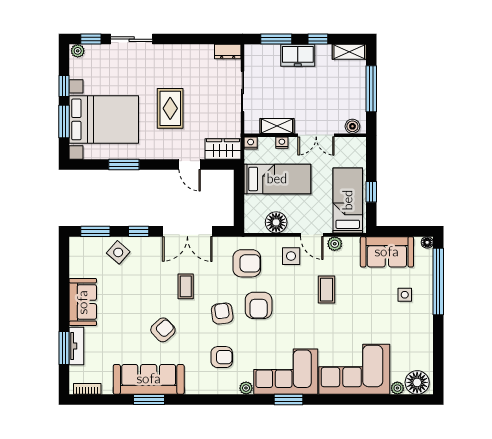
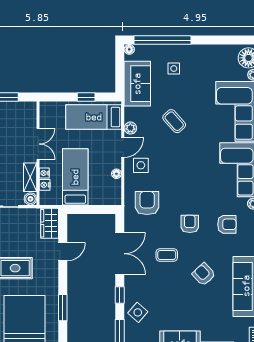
boiler: (352, 126) -> (30, 199), moved
nightstand: (251, 143) -> (45, 185), moved
floor lamp: (276, 222) -> (116, 174), width x0.53, depth x0.53
coffee table: (326, 290) -> (174, 121), moved, turned 48
armchair: (259, 305) -> (183, 193), removed
armchair: (222, 313) -> (190, 224), turned 98
armchair: (222, 357) -> (227, 224), turned 90

